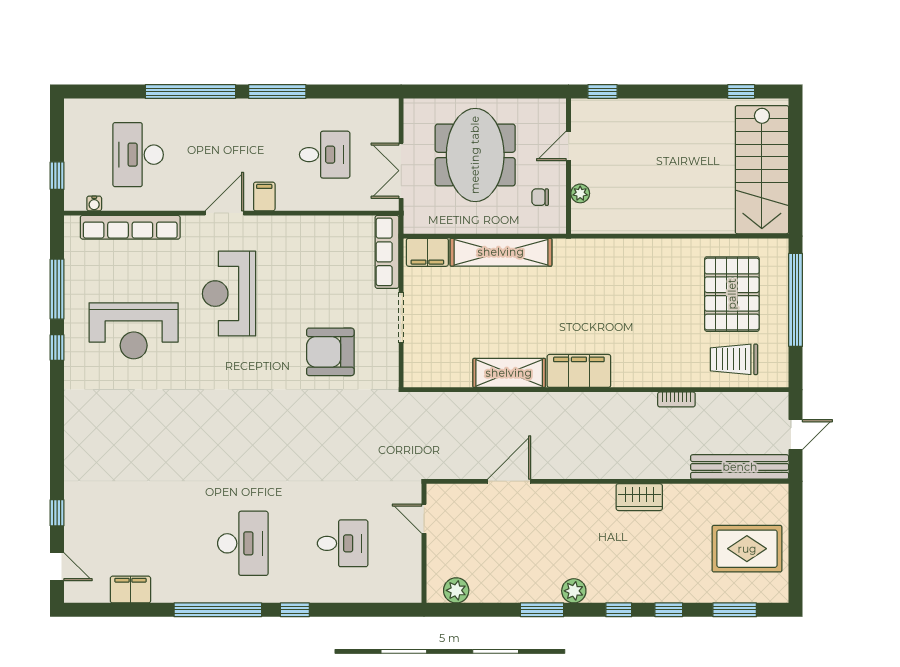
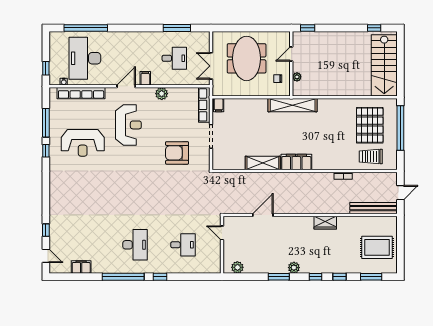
window: (190, 92) -> (86, 28), moved
window: (277, 92) -> (177, 28), moved
desk: (138, 155) -> (85, 58), width x1.36, depth x1.30
plant: (298, 228) -> (162, 94), added
filing cabinet: (427, 252) -> (219, 105), width x0.50
shelving: (501, 252) -> (293, 105), moved
reception desk: (229, 294) -> (128, 125), turned 180

